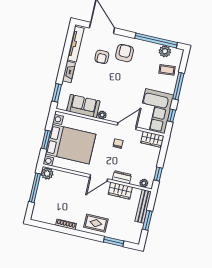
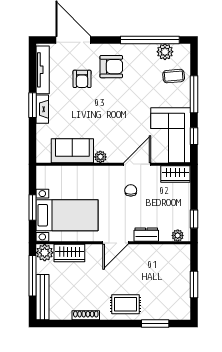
armchair: (125, 53) -> (111, 67), turned 90
window: (57, 93) -> (33, 105), moved
bed with nightstands: (71, 144) -> (67, 215), width x0.73
wardrobe: (120, 191) -> (69, 253), moved
bench: (143, 206) -> (43, 297), moved

